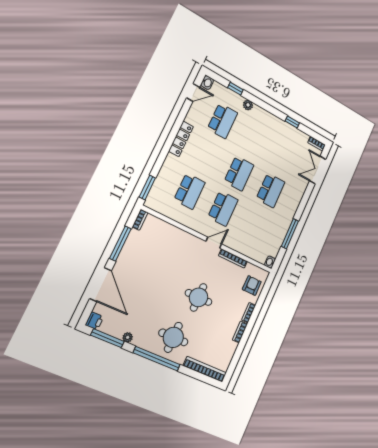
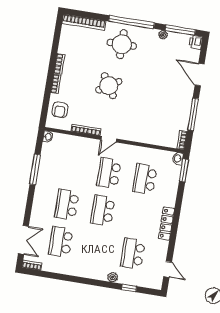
washbasin: (207, 83) -> (178, 159), moved
door: (193, 92) -> (168, 269), swing flipped
window: (292, 122) -> (63, 277), removed
school desk: (286, 157) -> (61, 242), added
door: (101, 285) -> (200, 75), width x0.73
round table: (199, 297) -> (109, 86), turned -32

